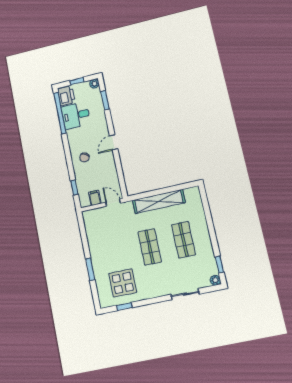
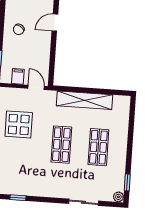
display table: (123, 283) -> (19, 124), moved

